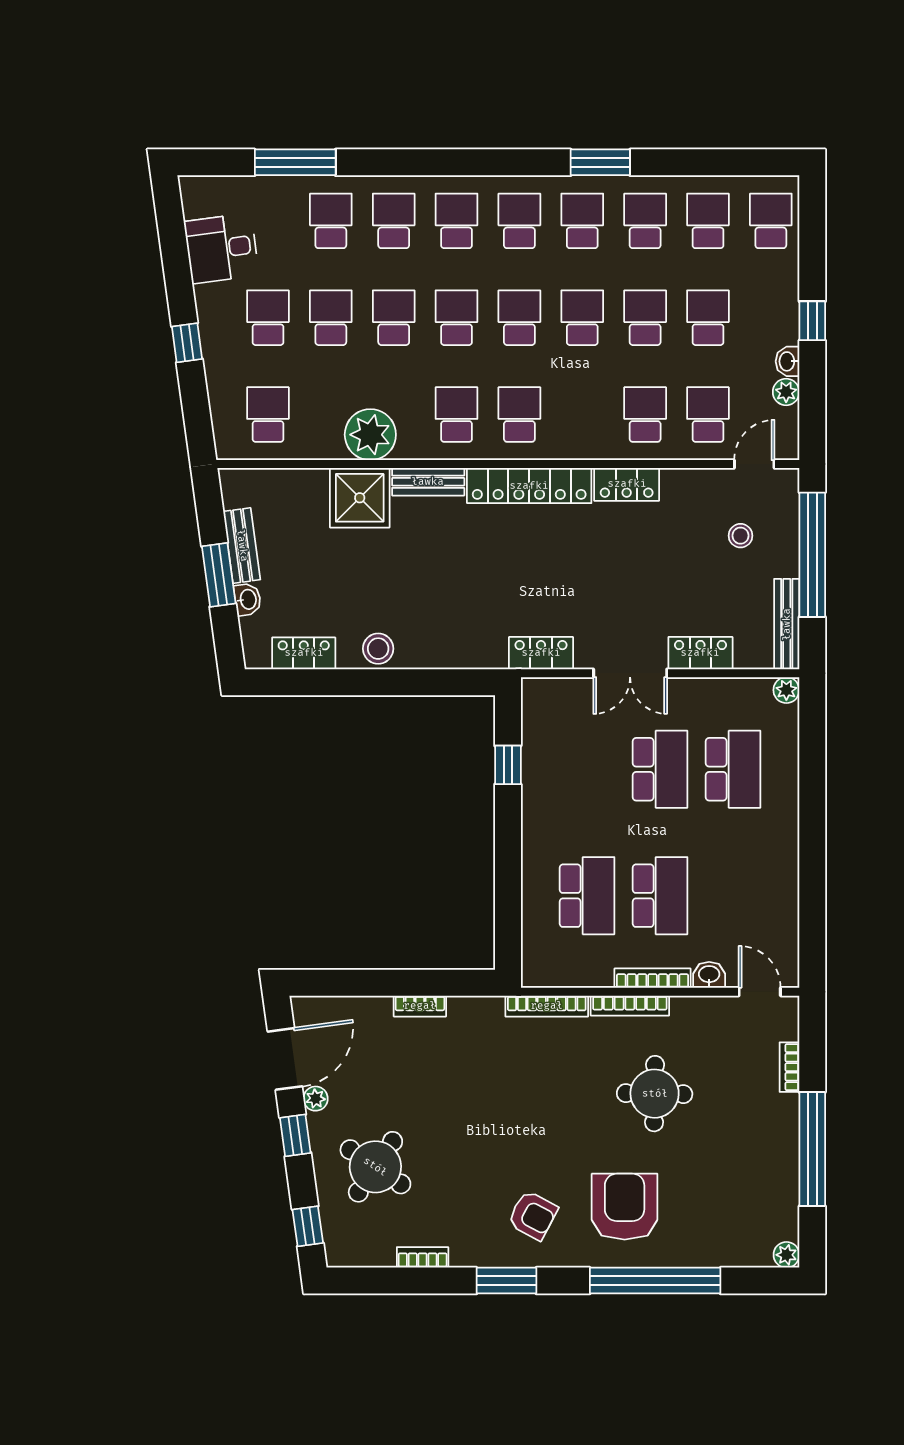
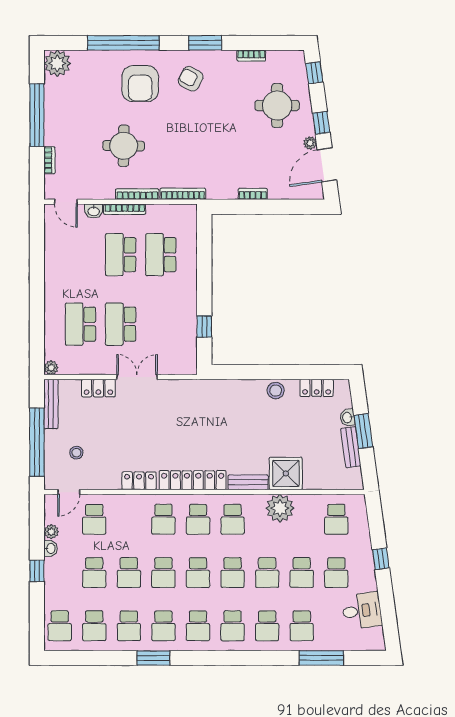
school desk: (645, 415) -> (163, 519), moved
locker: (541, 653) -> (186, 388), removed
round table: (375, 1167) -> (277, 105), turned -34
plant: (786, 1255) -> (57, 63), width x1.88, depth x1.88

